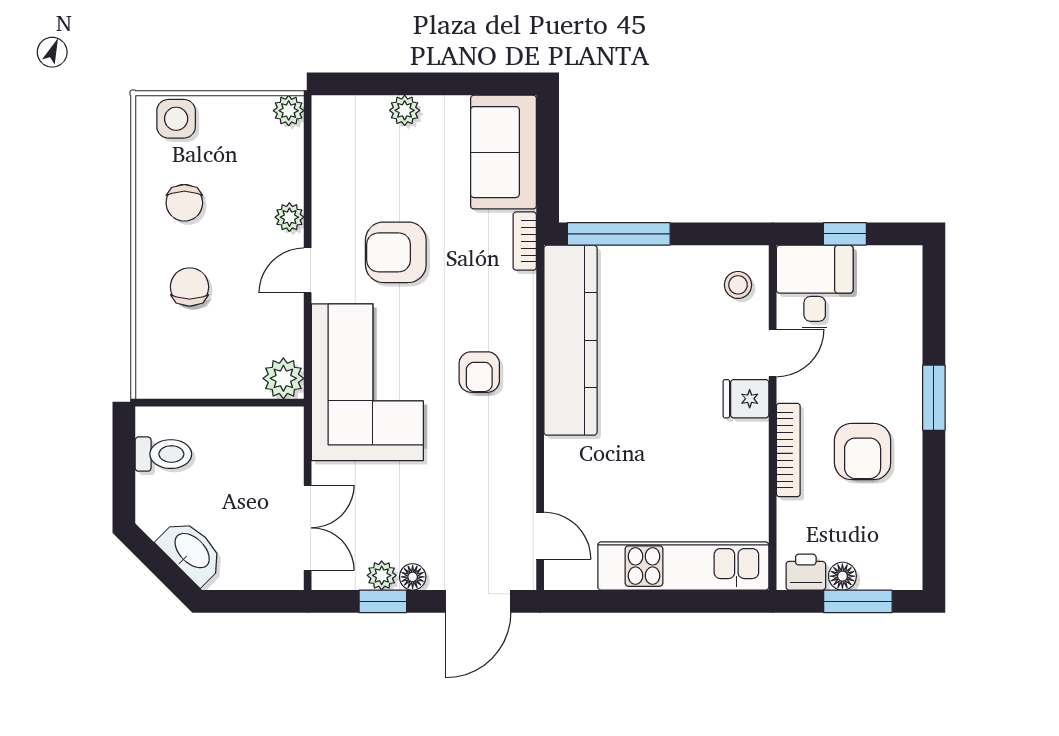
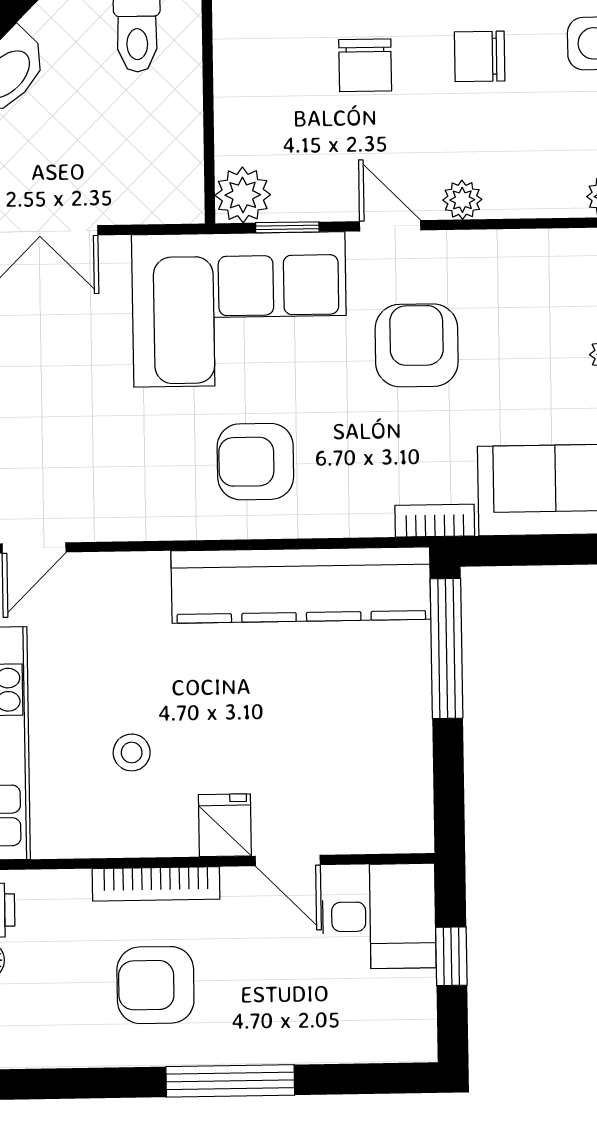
stool: (738, 285) -> (132, 752), moved
chair: (190, 287) -> (365, 65), turned 90
window: (308, 346) -> (287, 227), added
armchair: (479, 372) -> (255, 462), width x1.38, depth x1.38
window: (934, 398) -> (230, 1081), width x1.44

